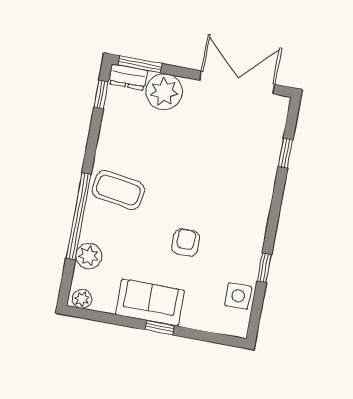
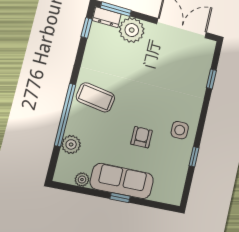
side table: (238, 296) -> (180, 130), moved
plant: (82, 299) -> (82, 180), moved
sofa: (150, 303) -> (122, 181), width x1.36

